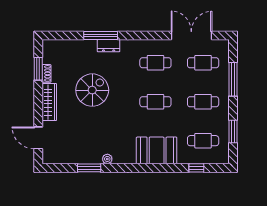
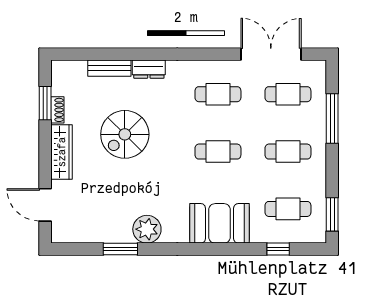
window: (101, 36) -> (137, 54), removed
bench: (82, 45) -> (109, 68), added
spiral stairs: (92, 90) -> (125, 134), turned 180
window: (233, 131) -> (332, 214), moved
plant: (107, 159) -> (147, 229), width x1.88, depth x1.88

